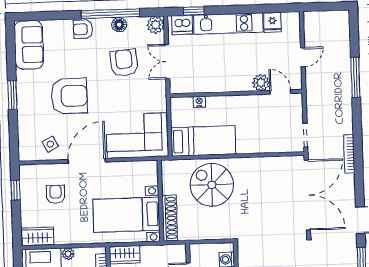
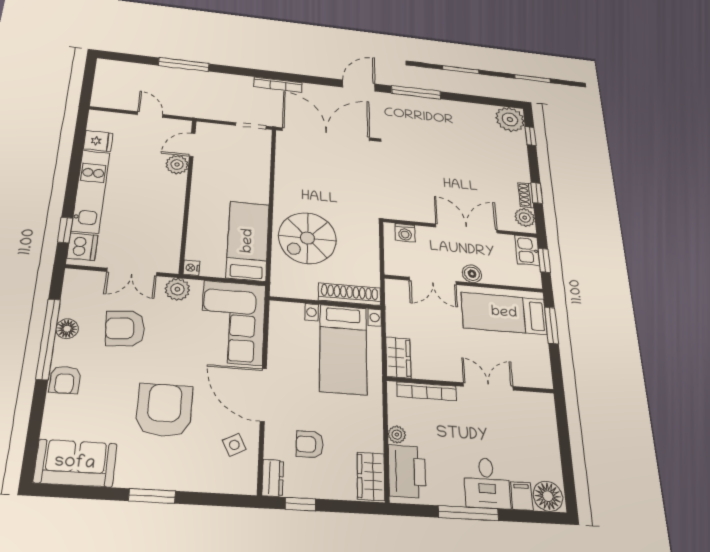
plant: (156, 25) -> (177, 289), moved
nightstand: (199, 102) -> (192, 268), moved
dresser: (31, 171) -> (273, 478), added

